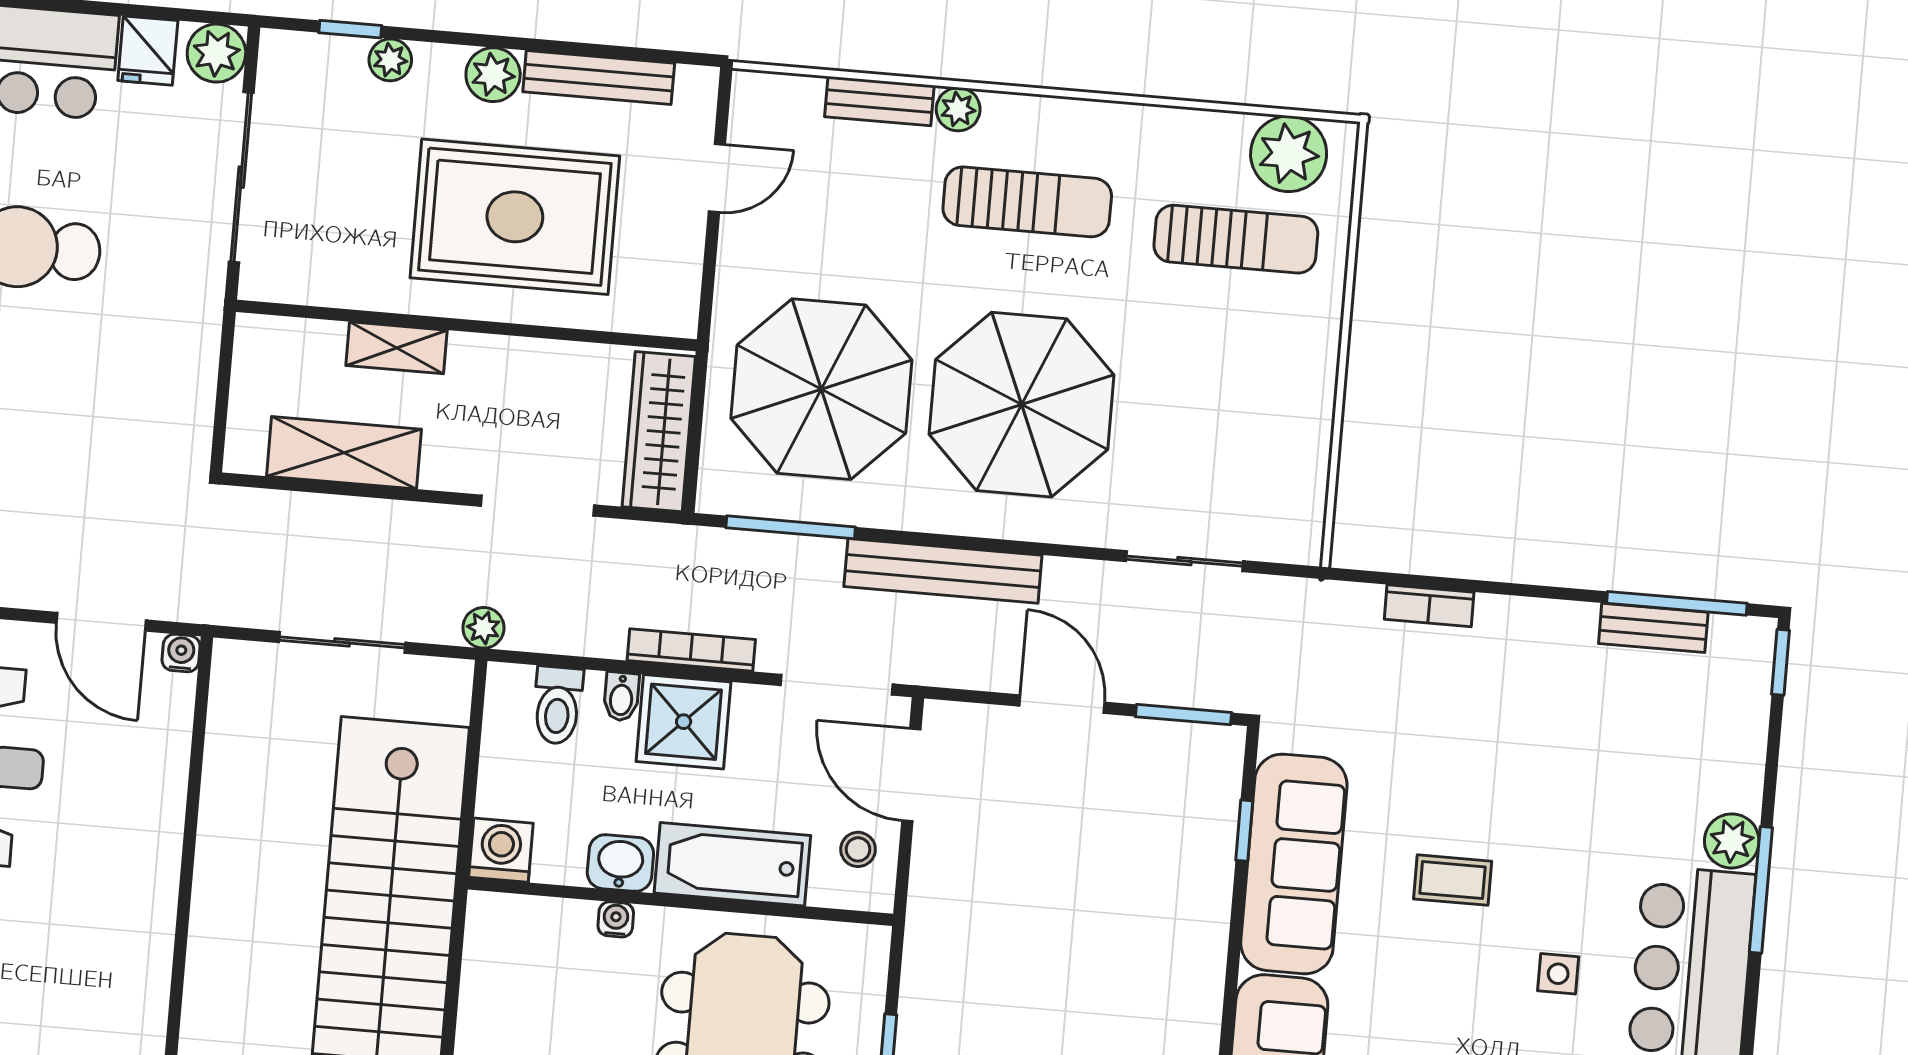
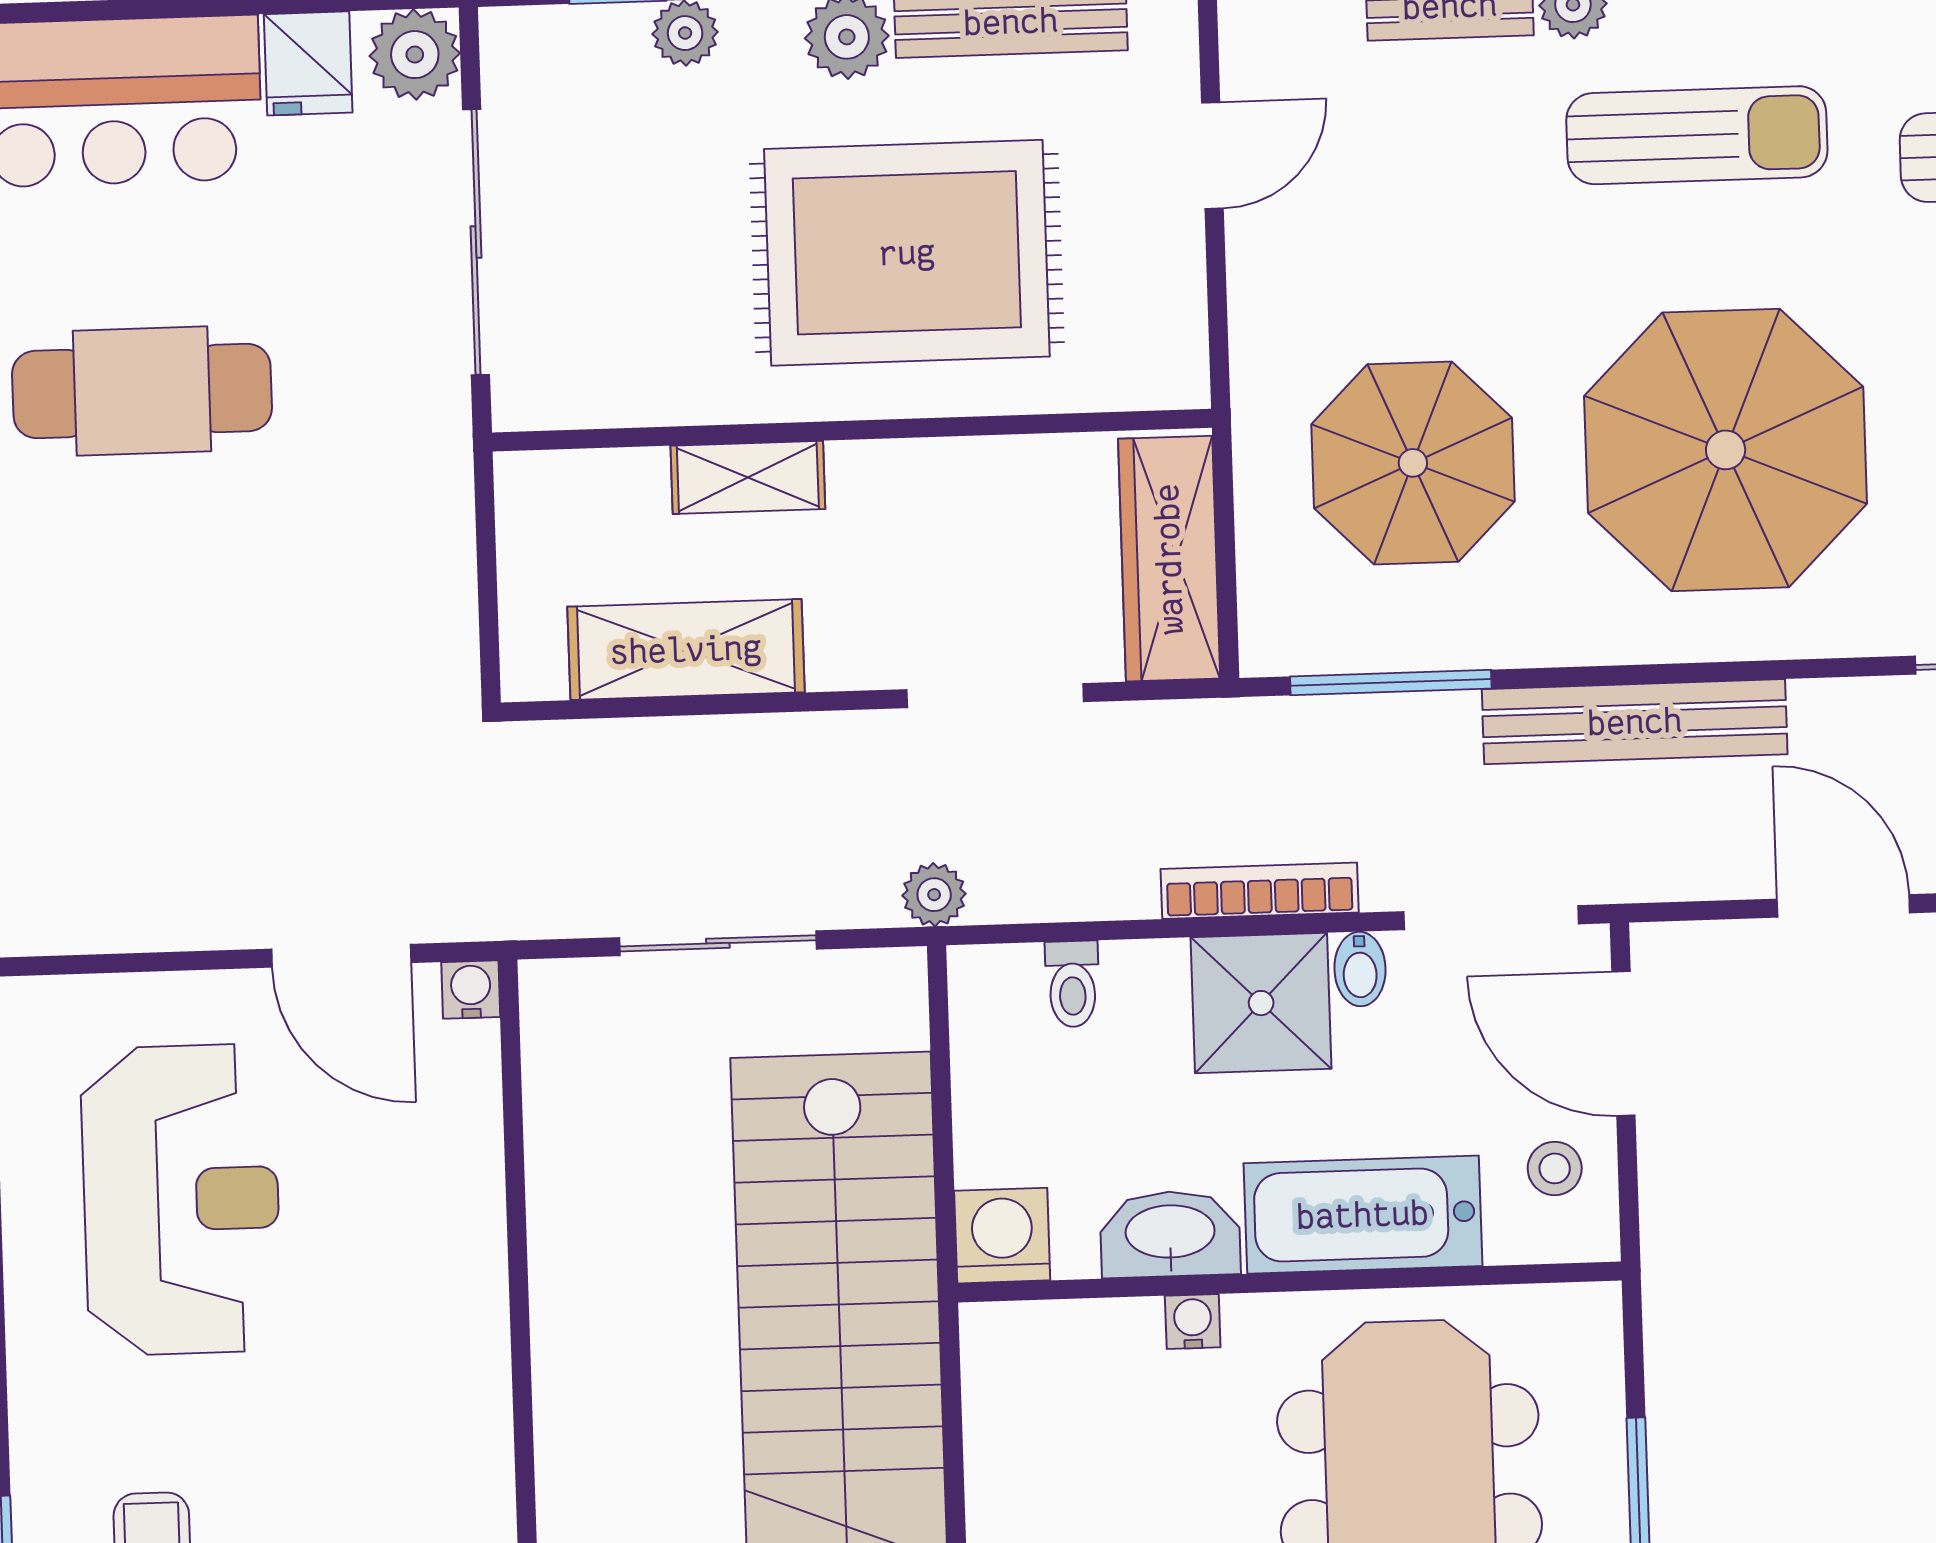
parasol: (821, 389) -> (1413, 463), width x0.73, depth x0.73
bidet: (621, 697) -> (1360, 969), moved
toilet: (558, 705) -> (1072, 984), width x0.73, depth x0.72
washbasin: (620, 863) -> (1170, 1234), width x1.38

